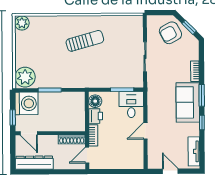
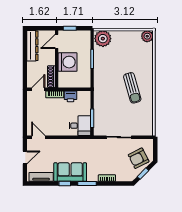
armchair: (170, 33) -> (139, 158), turned -89
floor lamp: (95, 101) -> (83, 96), removed
sofa: (188, 102) -> (70, 172), moved
washing machine: (27, 103) -> (68, 62), moved, turned -90
door: (145, 131) -> (38, 137), moved
door: (87, 155) -> (38, 89), hinge flipped

